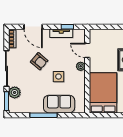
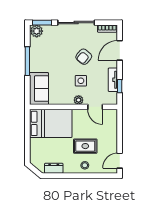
door: (87, 50) -> (95, 107), swing flipped
side table: (59, 77) -> (81, 81), moved
plant: (15, 92) -> (37, 31), moved
sofa: (59, 104) -> (39, 89), moved

